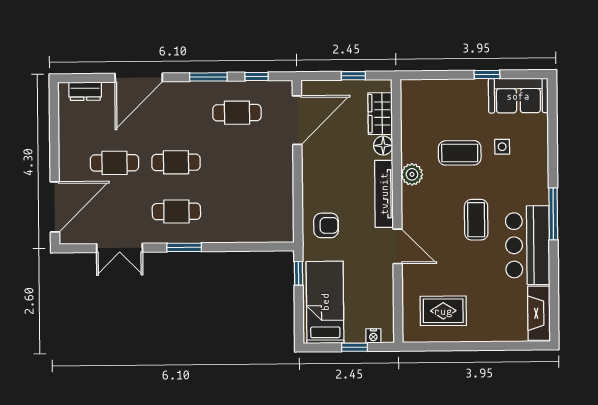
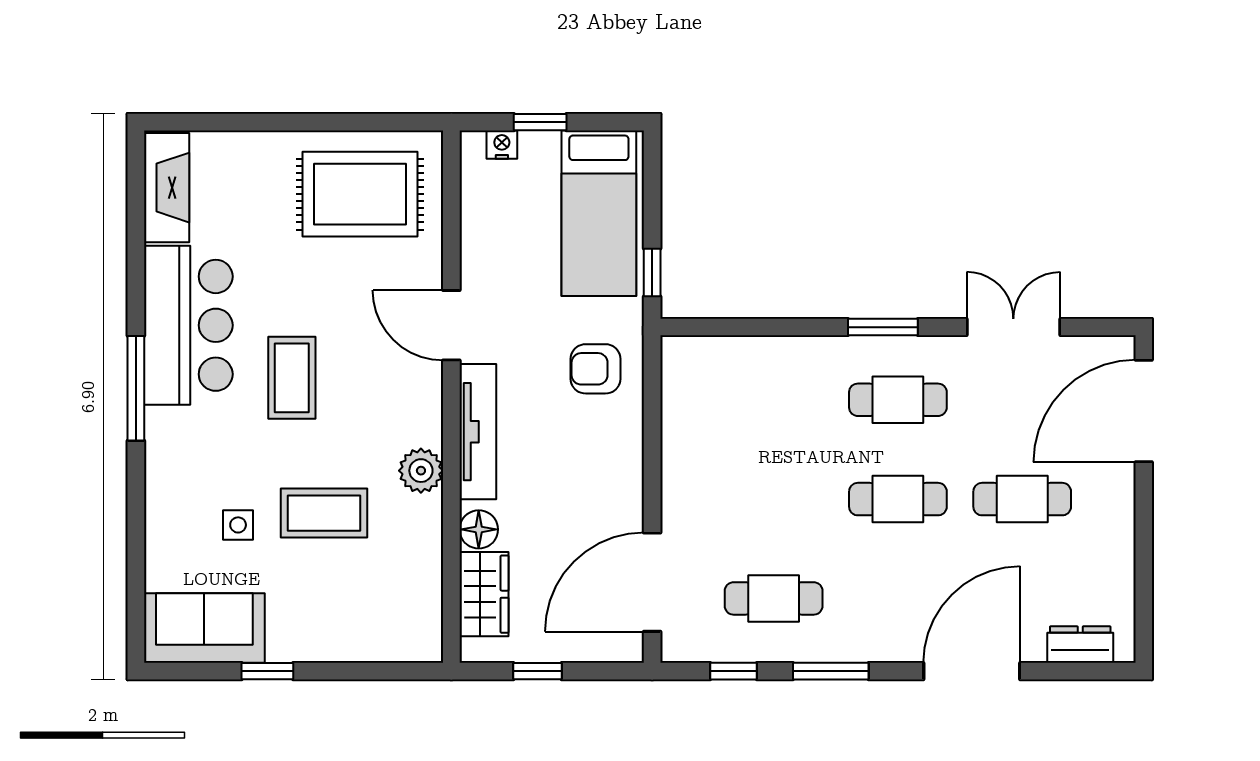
rug: (443, 311) -> (360, 194), width x1.36, depth x1.43

